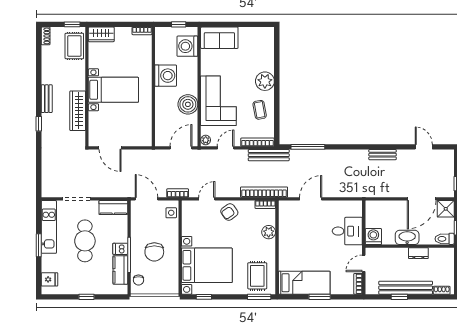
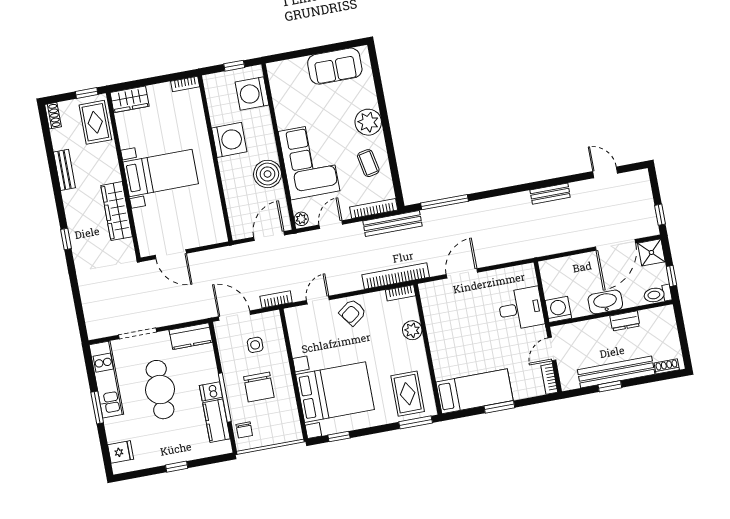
sofa: (219, 38) -> (335, 66), moved
bench: (47, 99) -> (64, 170), moved
side table: (171, 213) -> (255, 345), moved

